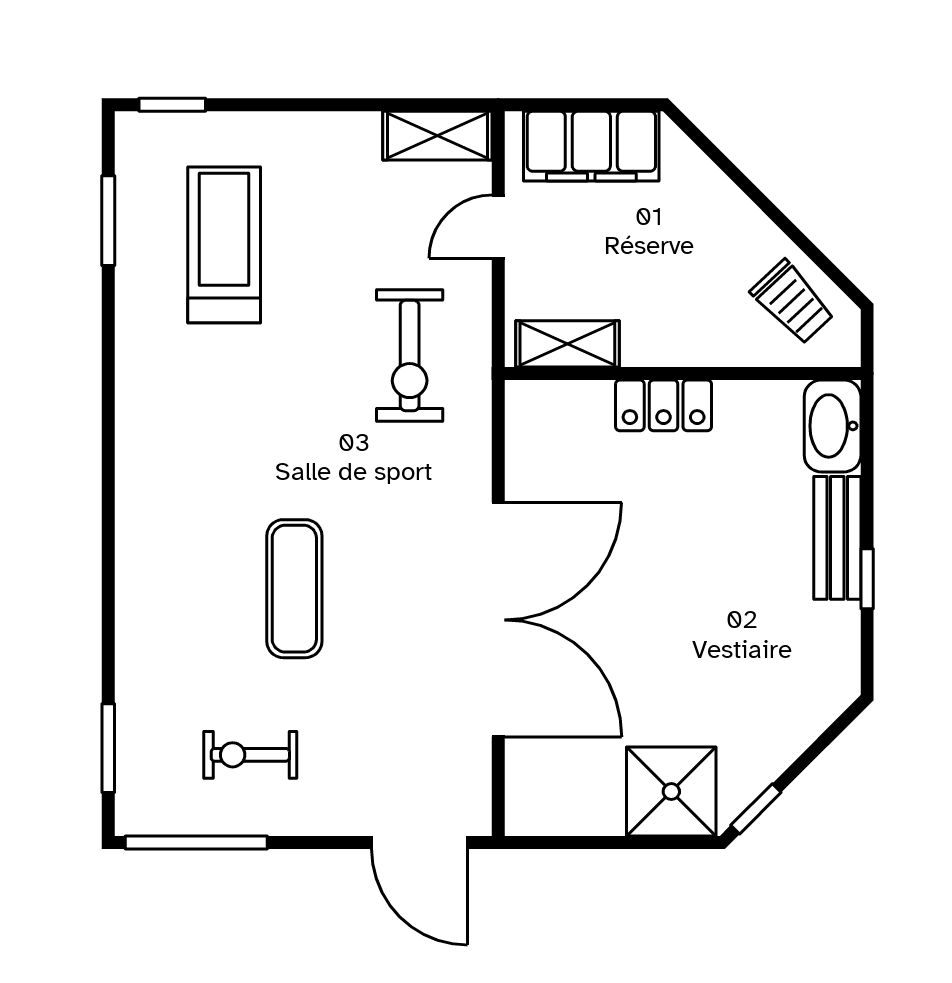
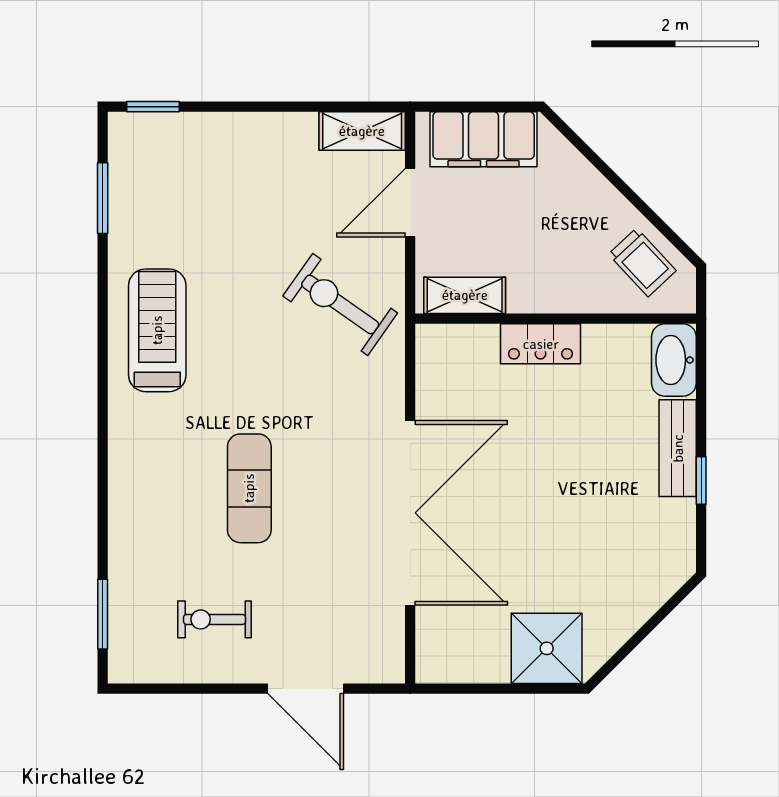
door: (498, 227) -> (410, 203), width x1.38
treadmill: (224, 245) -> (157, 330), moved
exercise bike: (410, 356) -> (340, 304), turned 125
window: (756, 809) -> (613, 662), removed
window: (196, 842) -> (172, 689), removed
door: (419, 842) -> (306, 689), moved

